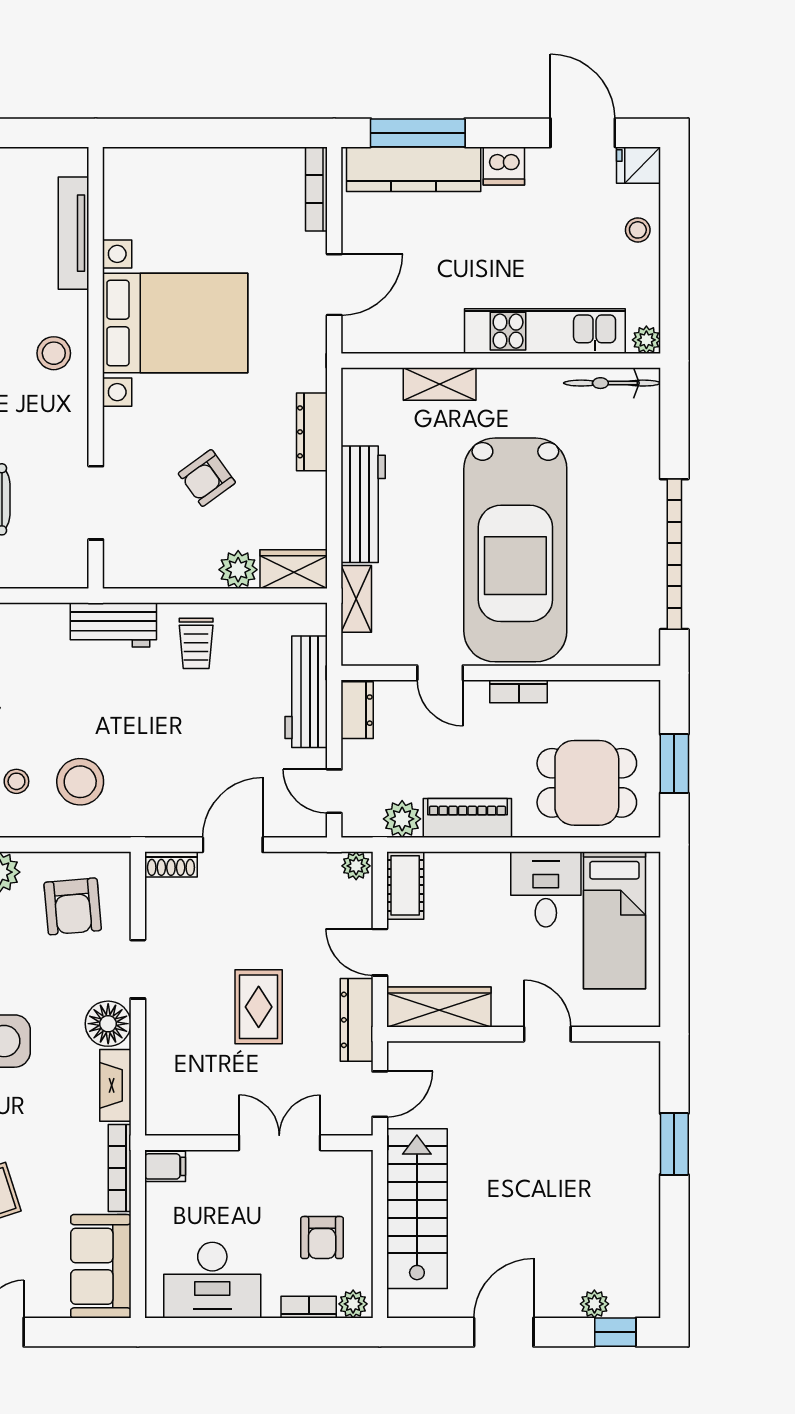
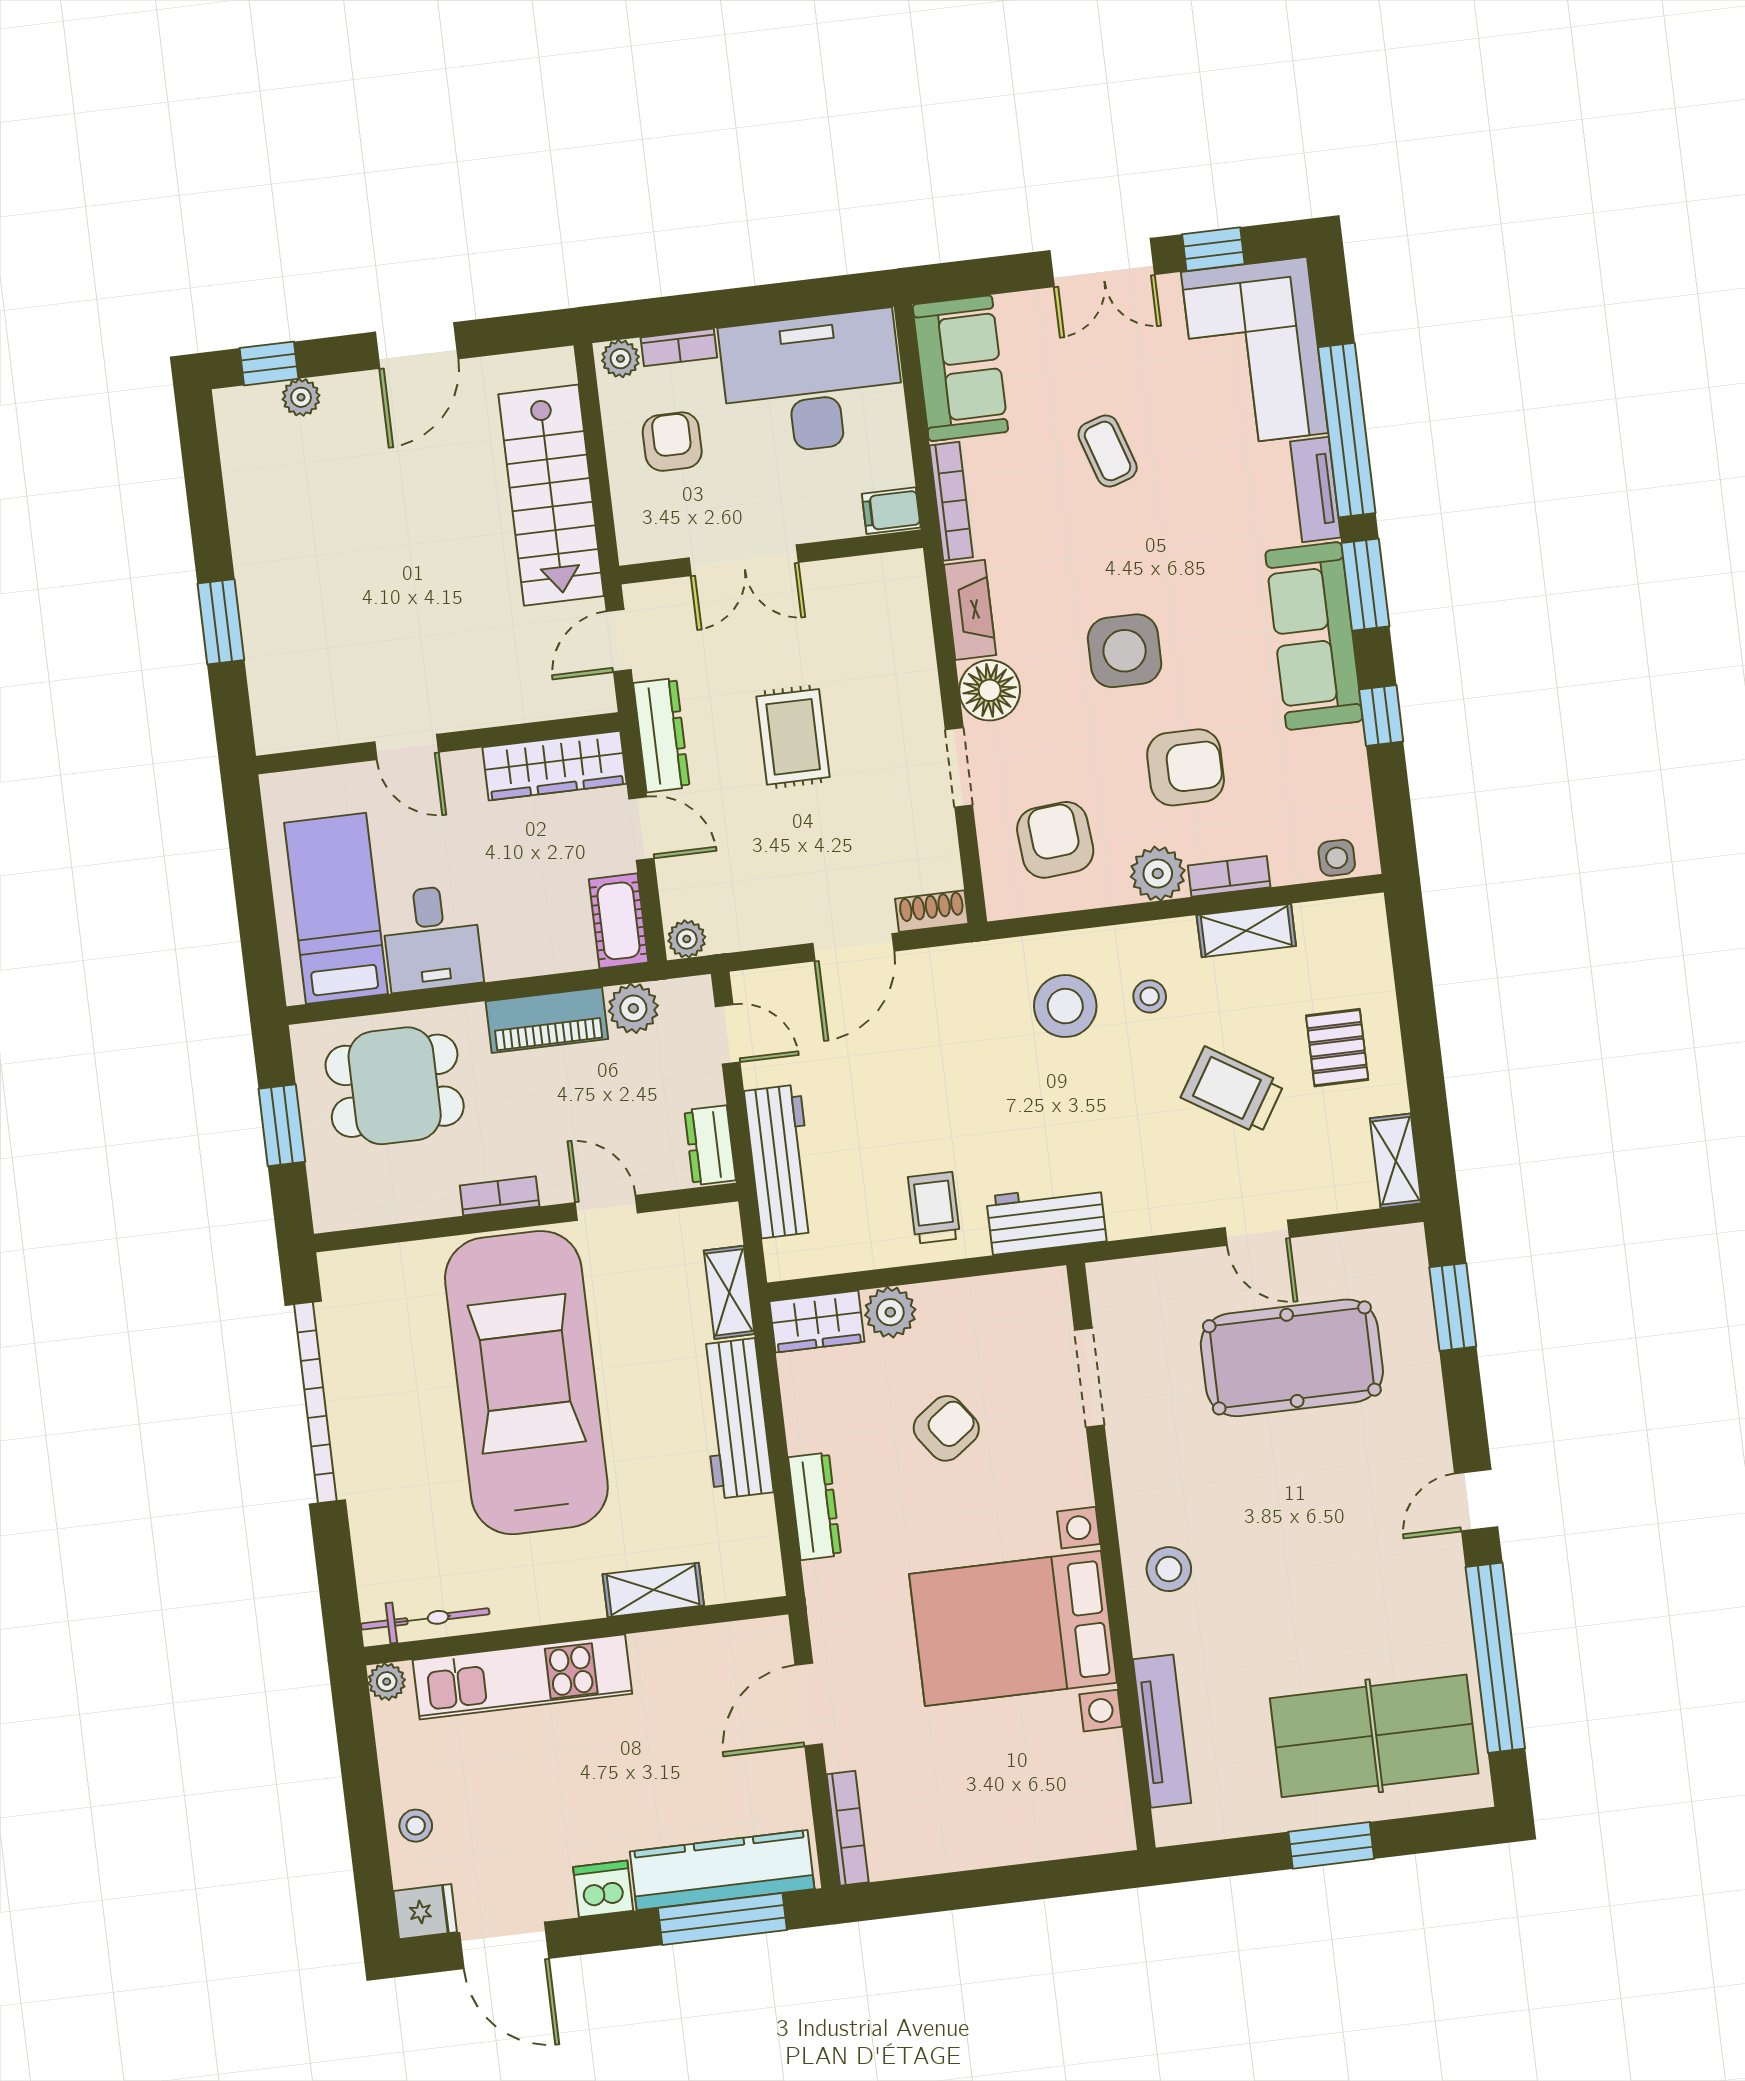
desk: (212, 1280) -> (812, 383), width x1.36, depth x1.30

